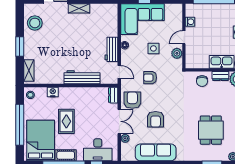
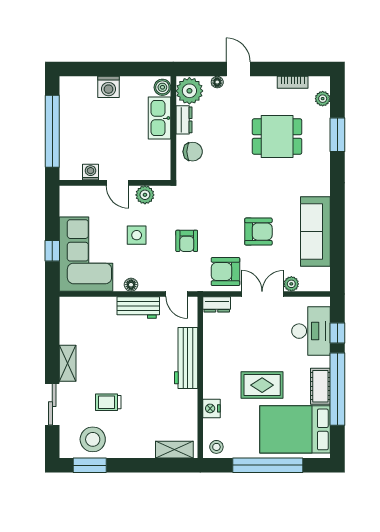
trolley: (56, 32) -> (108, 402), added
window: (20, 46) -> (90, 465), moved
door: (119, 72) -> (177, 294), swing flipped

